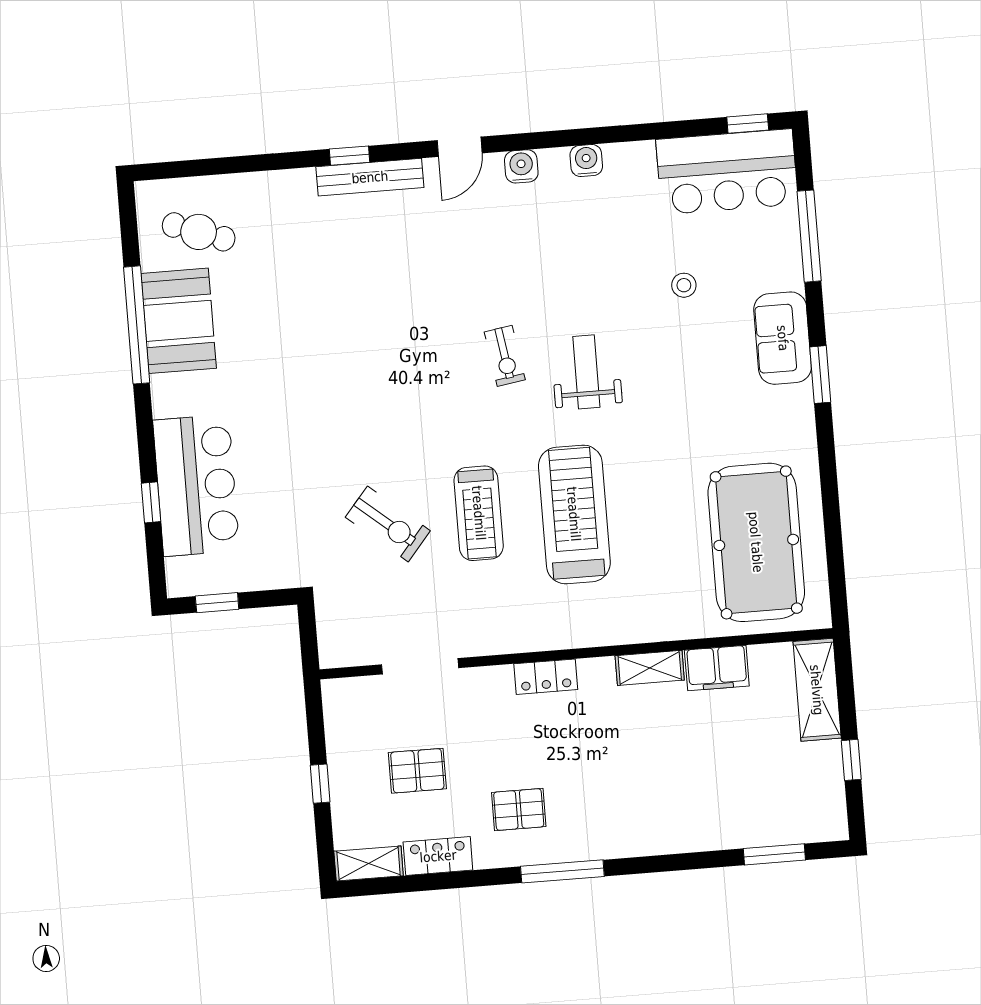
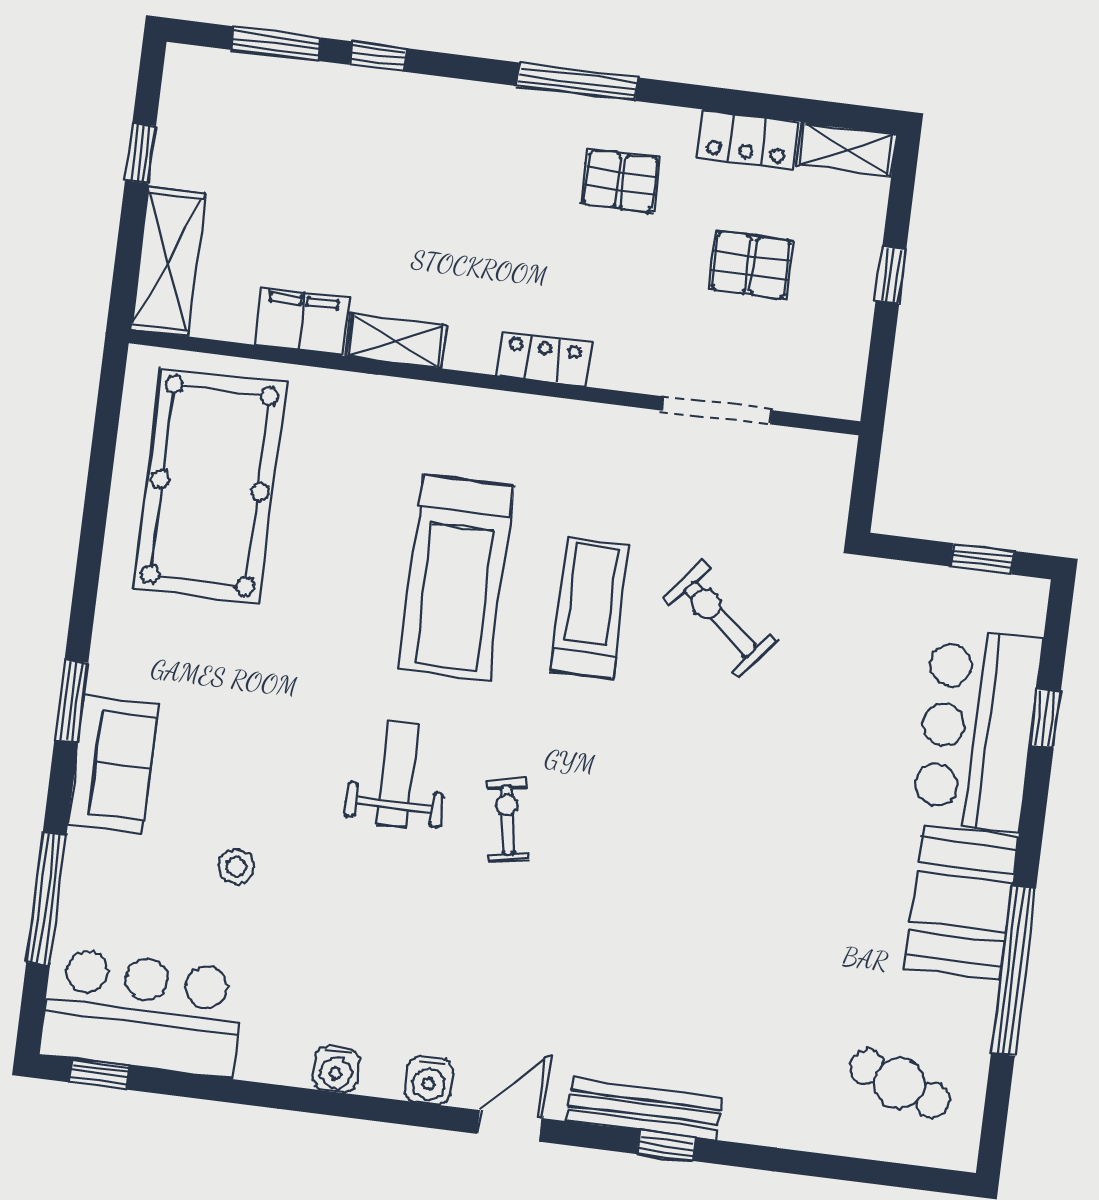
booth: (179, 321) -> (961, 902), moved
weight bench: (586, 372) -> (398, 774), turned 180
window: (703, 860) -> (378, 57), added

